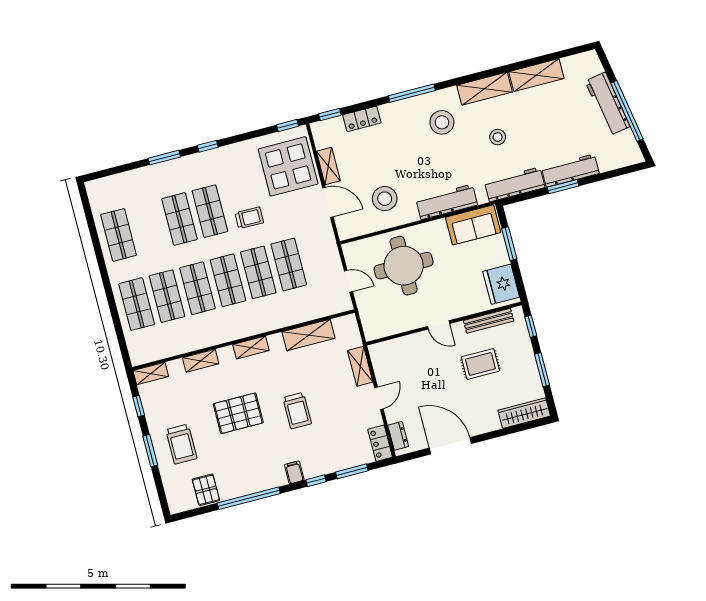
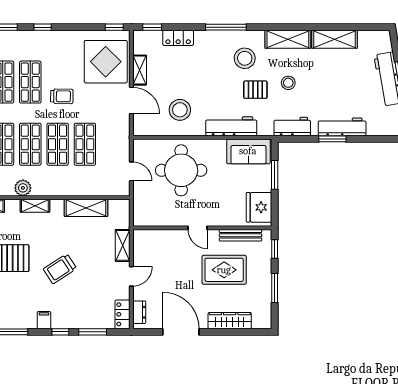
pallet: (463, 154) -> (255, 90), added
workbench: (515, 184) -> (292, 126), width x0.73
plant: (232, 331) -> (23, 188), added
rug: (480, 364) -> (224, 270), width x1.36, depth x1.43
trolley: (297, 411) -> (60, 269), turned 57
wardrobe: (524, 413) -> (230, 321), moved

